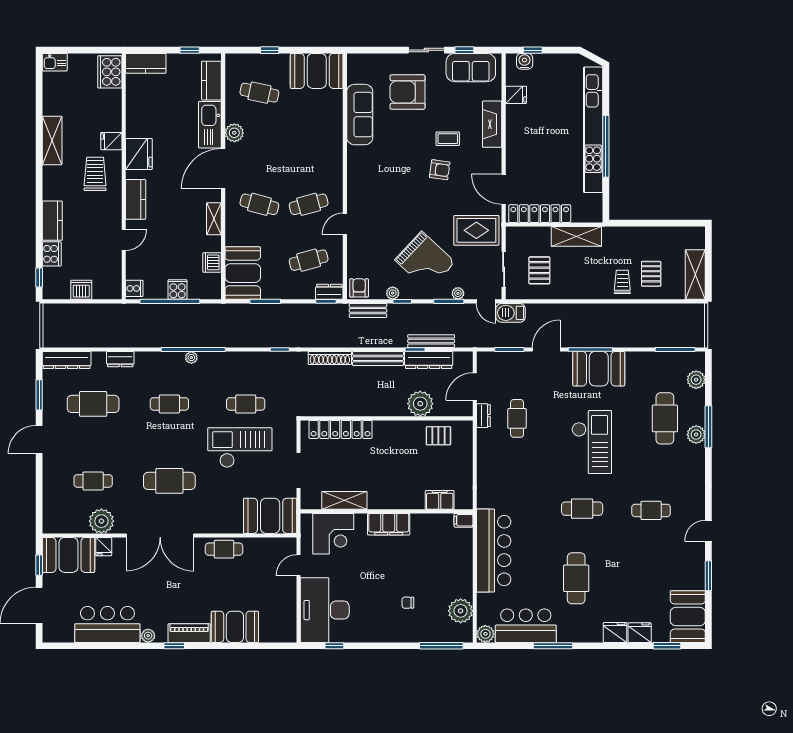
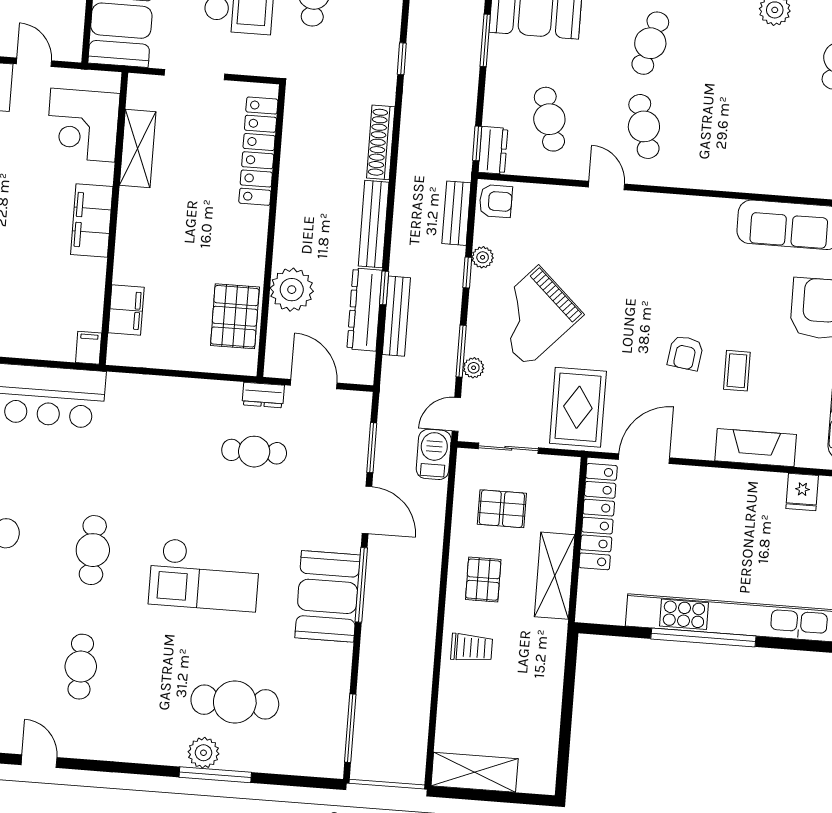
pallet: (651, 274) -> (483, 580), moved, turned 90
plant: (696, 380) -> (296, 760), removed
pallet: (438, 436) -> (235, 316), width x1.50, depth x1.42

